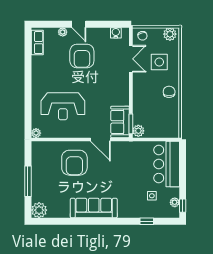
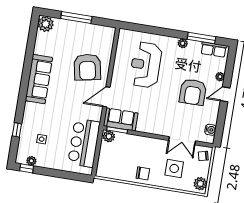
window: (28, 56) -> (201, 38), added
armchair: (82, 56) -> (193, 92), turned -90
plant: (36, 133) -> (183, 43), moved
armchair: (74, 163) -> (87, 67), turned -101
bar counter: (167, 164) -> (84, 143), moved, turned -90

